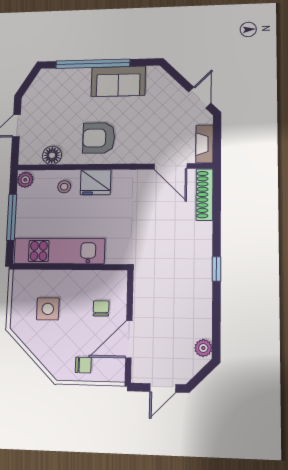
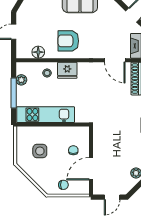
plant: (25, 180) -> (21, 80), moved

